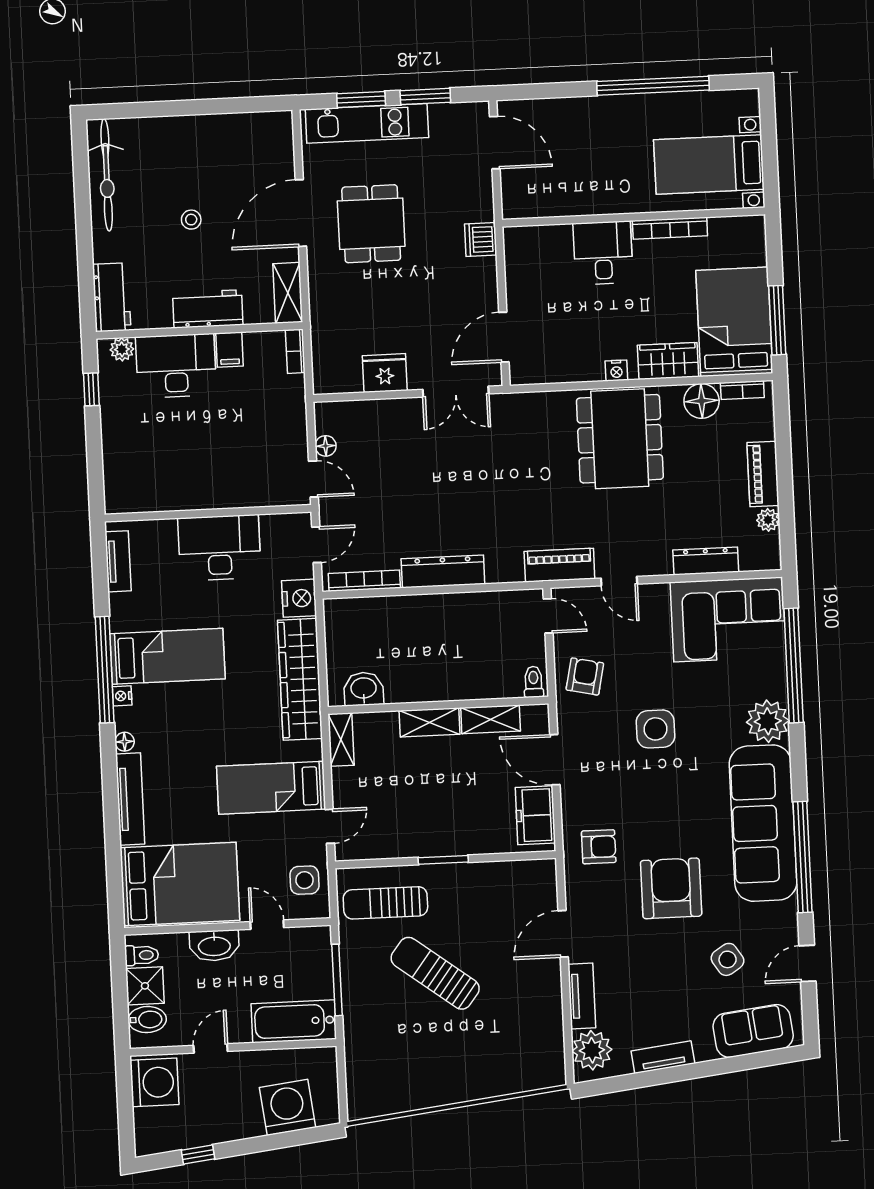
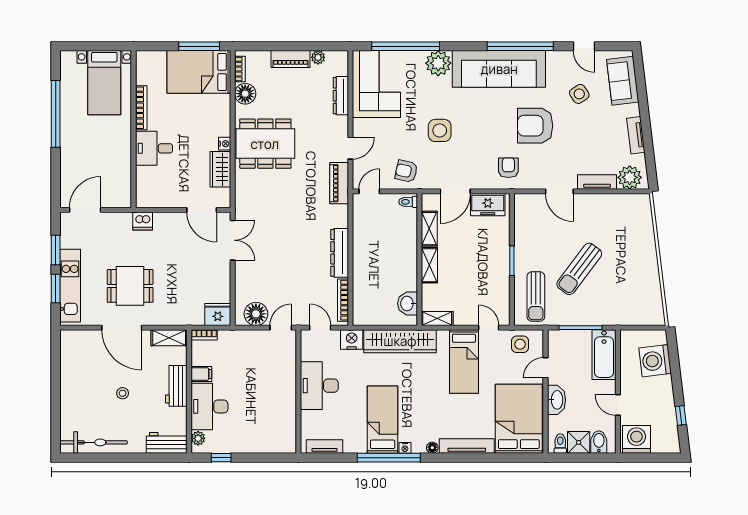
wardrobe: (668, 361) -> (220, 169), moved
fridge: (385, 373) -> (218, 314), moved, turned 90
floor lamp: (326, 446) -> (256, 314), width x1.89, depth x1.89

